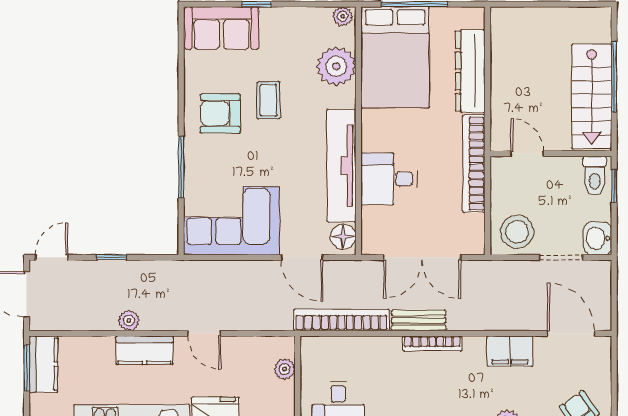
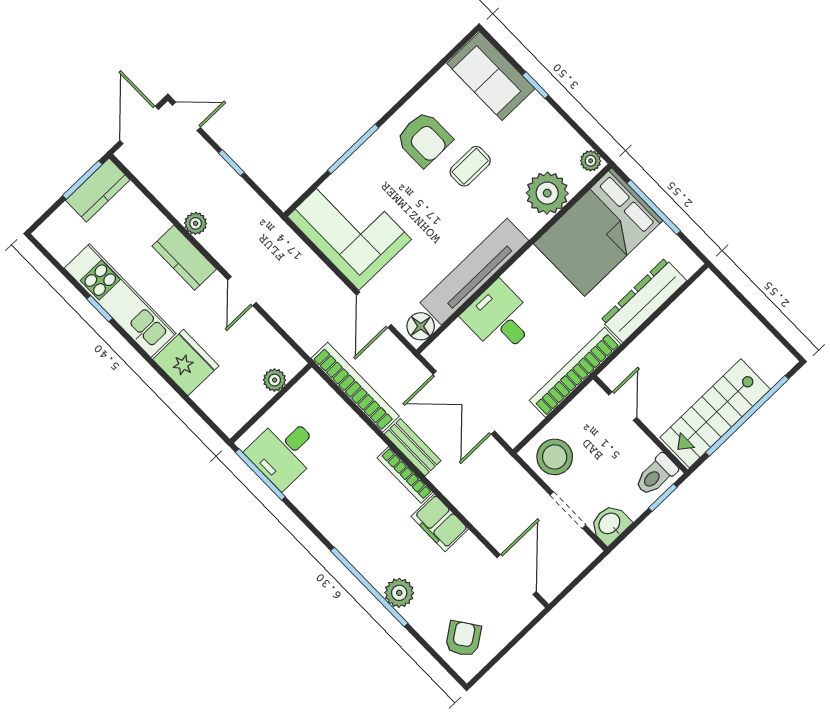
window: (614, 77) -> (747, 416), width x1.46
armchair: (220, 113) -> (424, 139), turned 180
filing cabinet: (510, 351) -> (440, 523), moved

